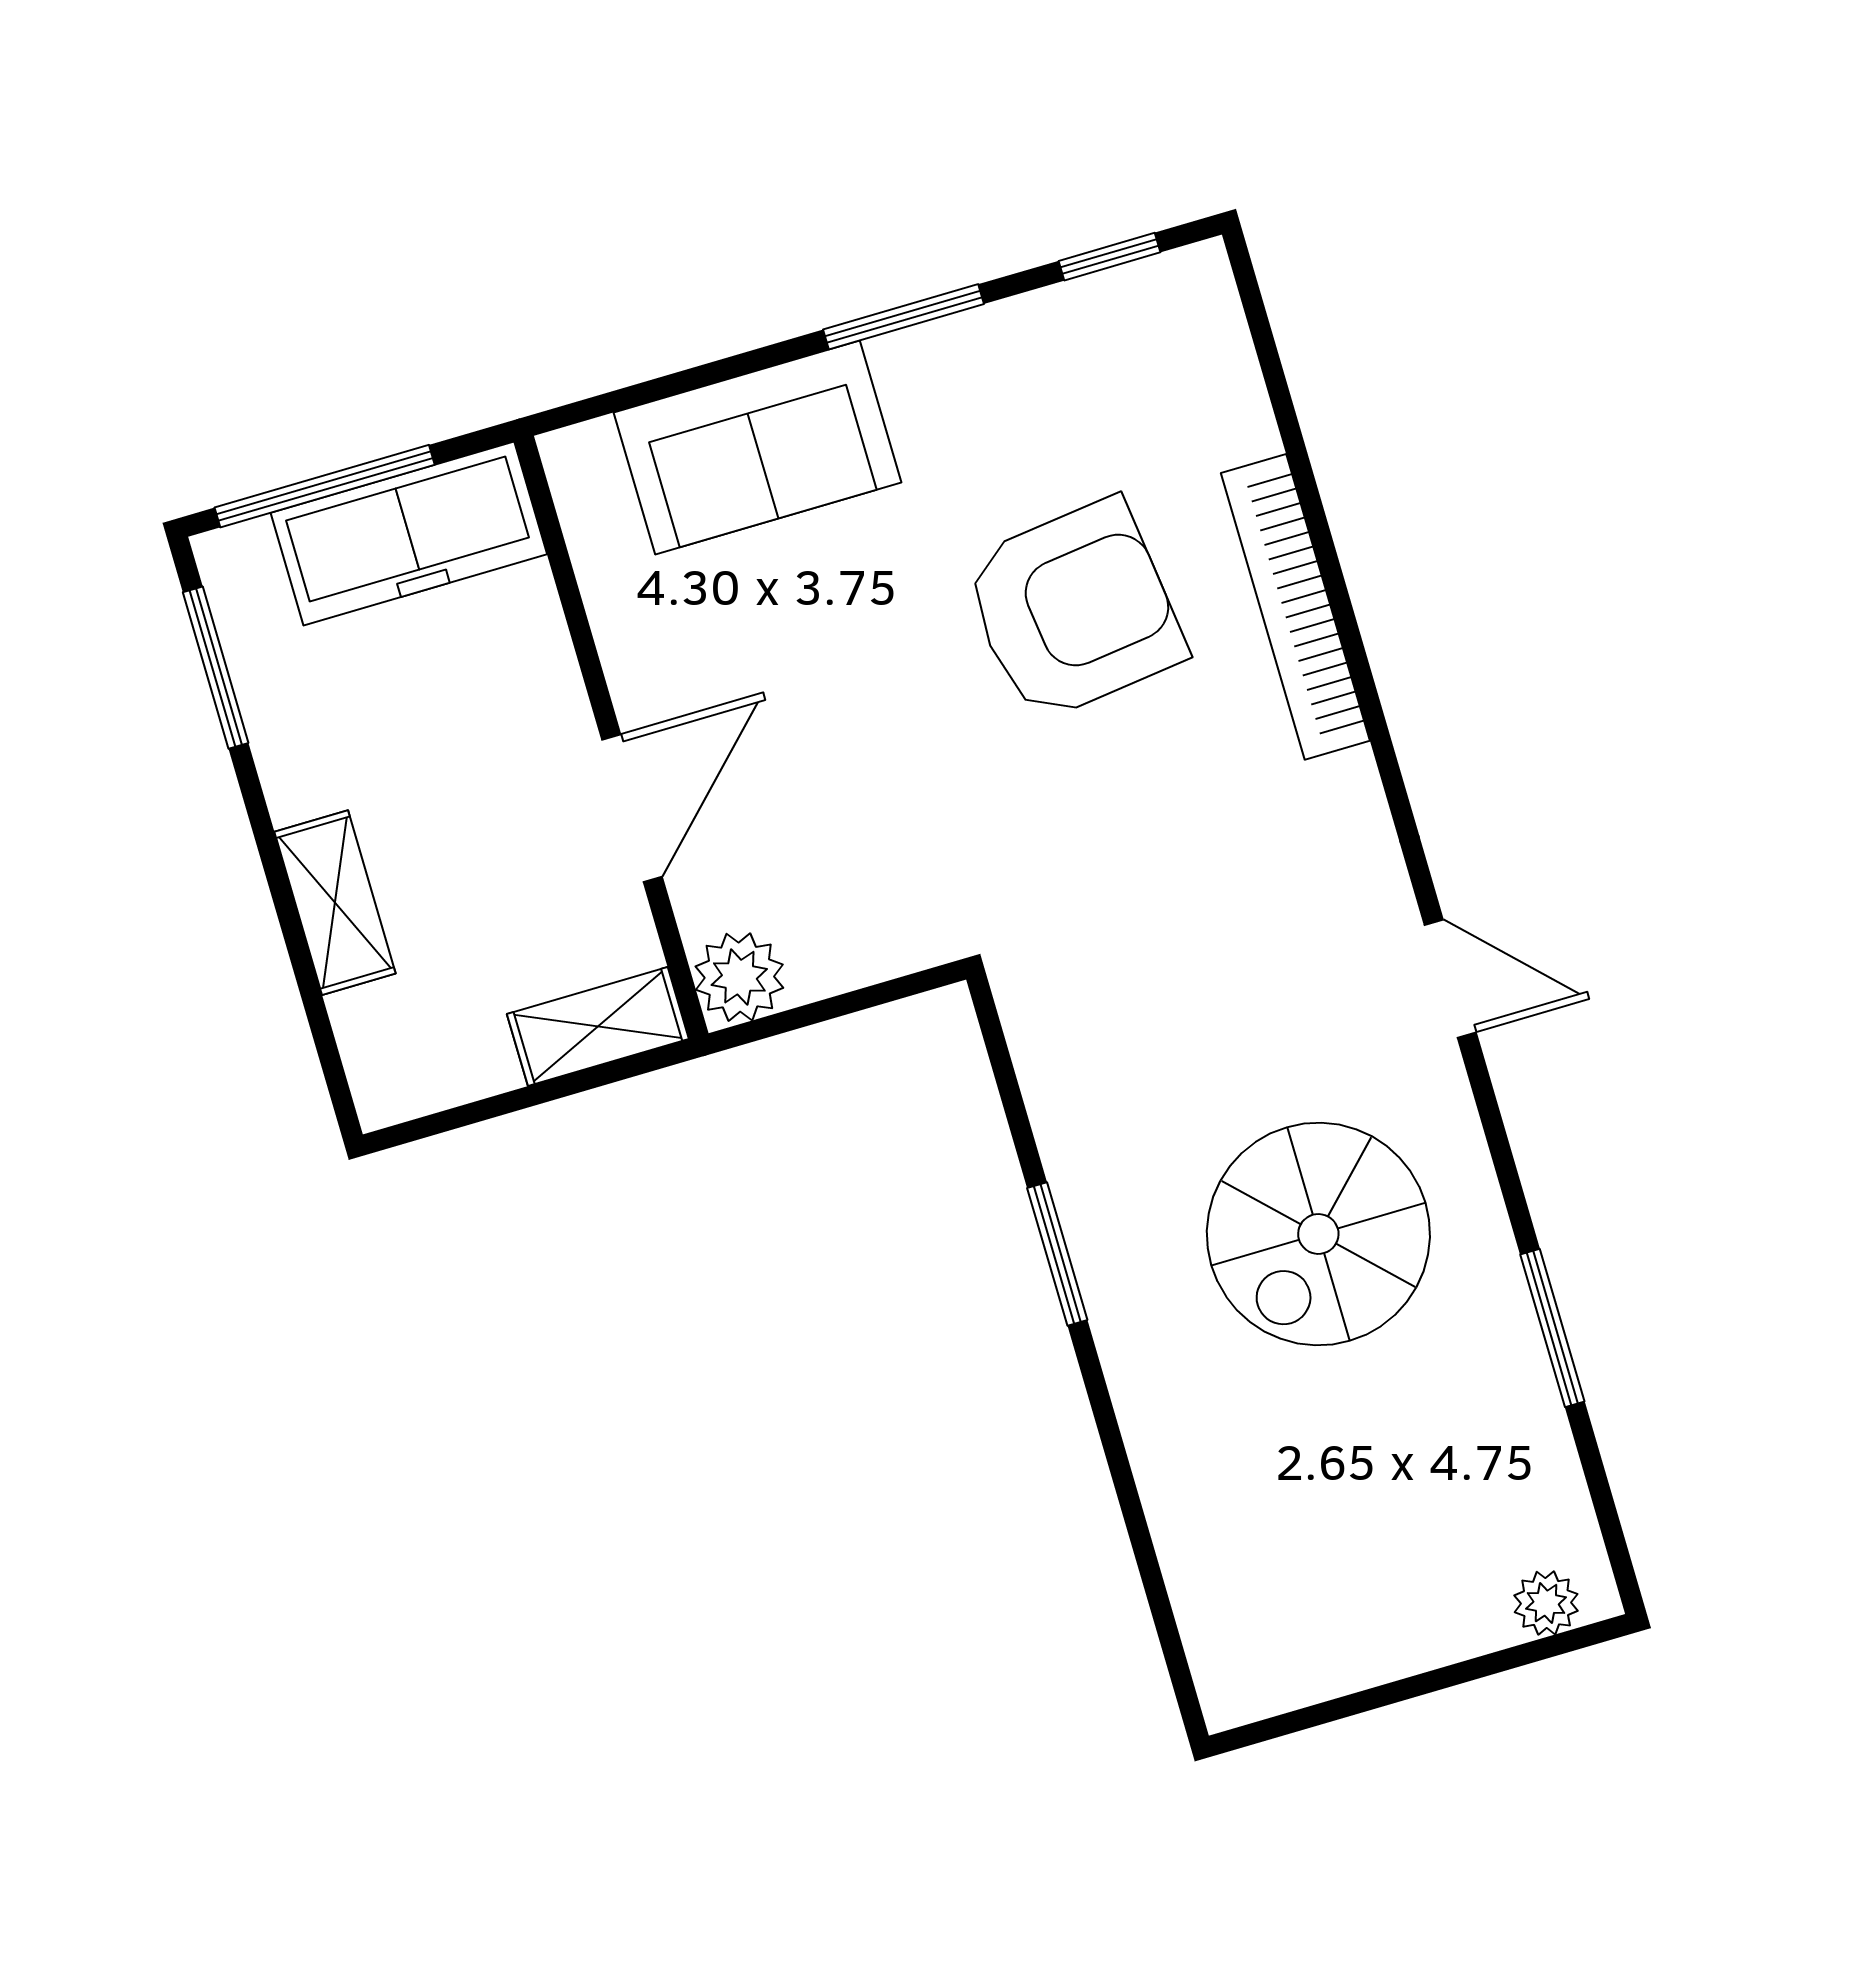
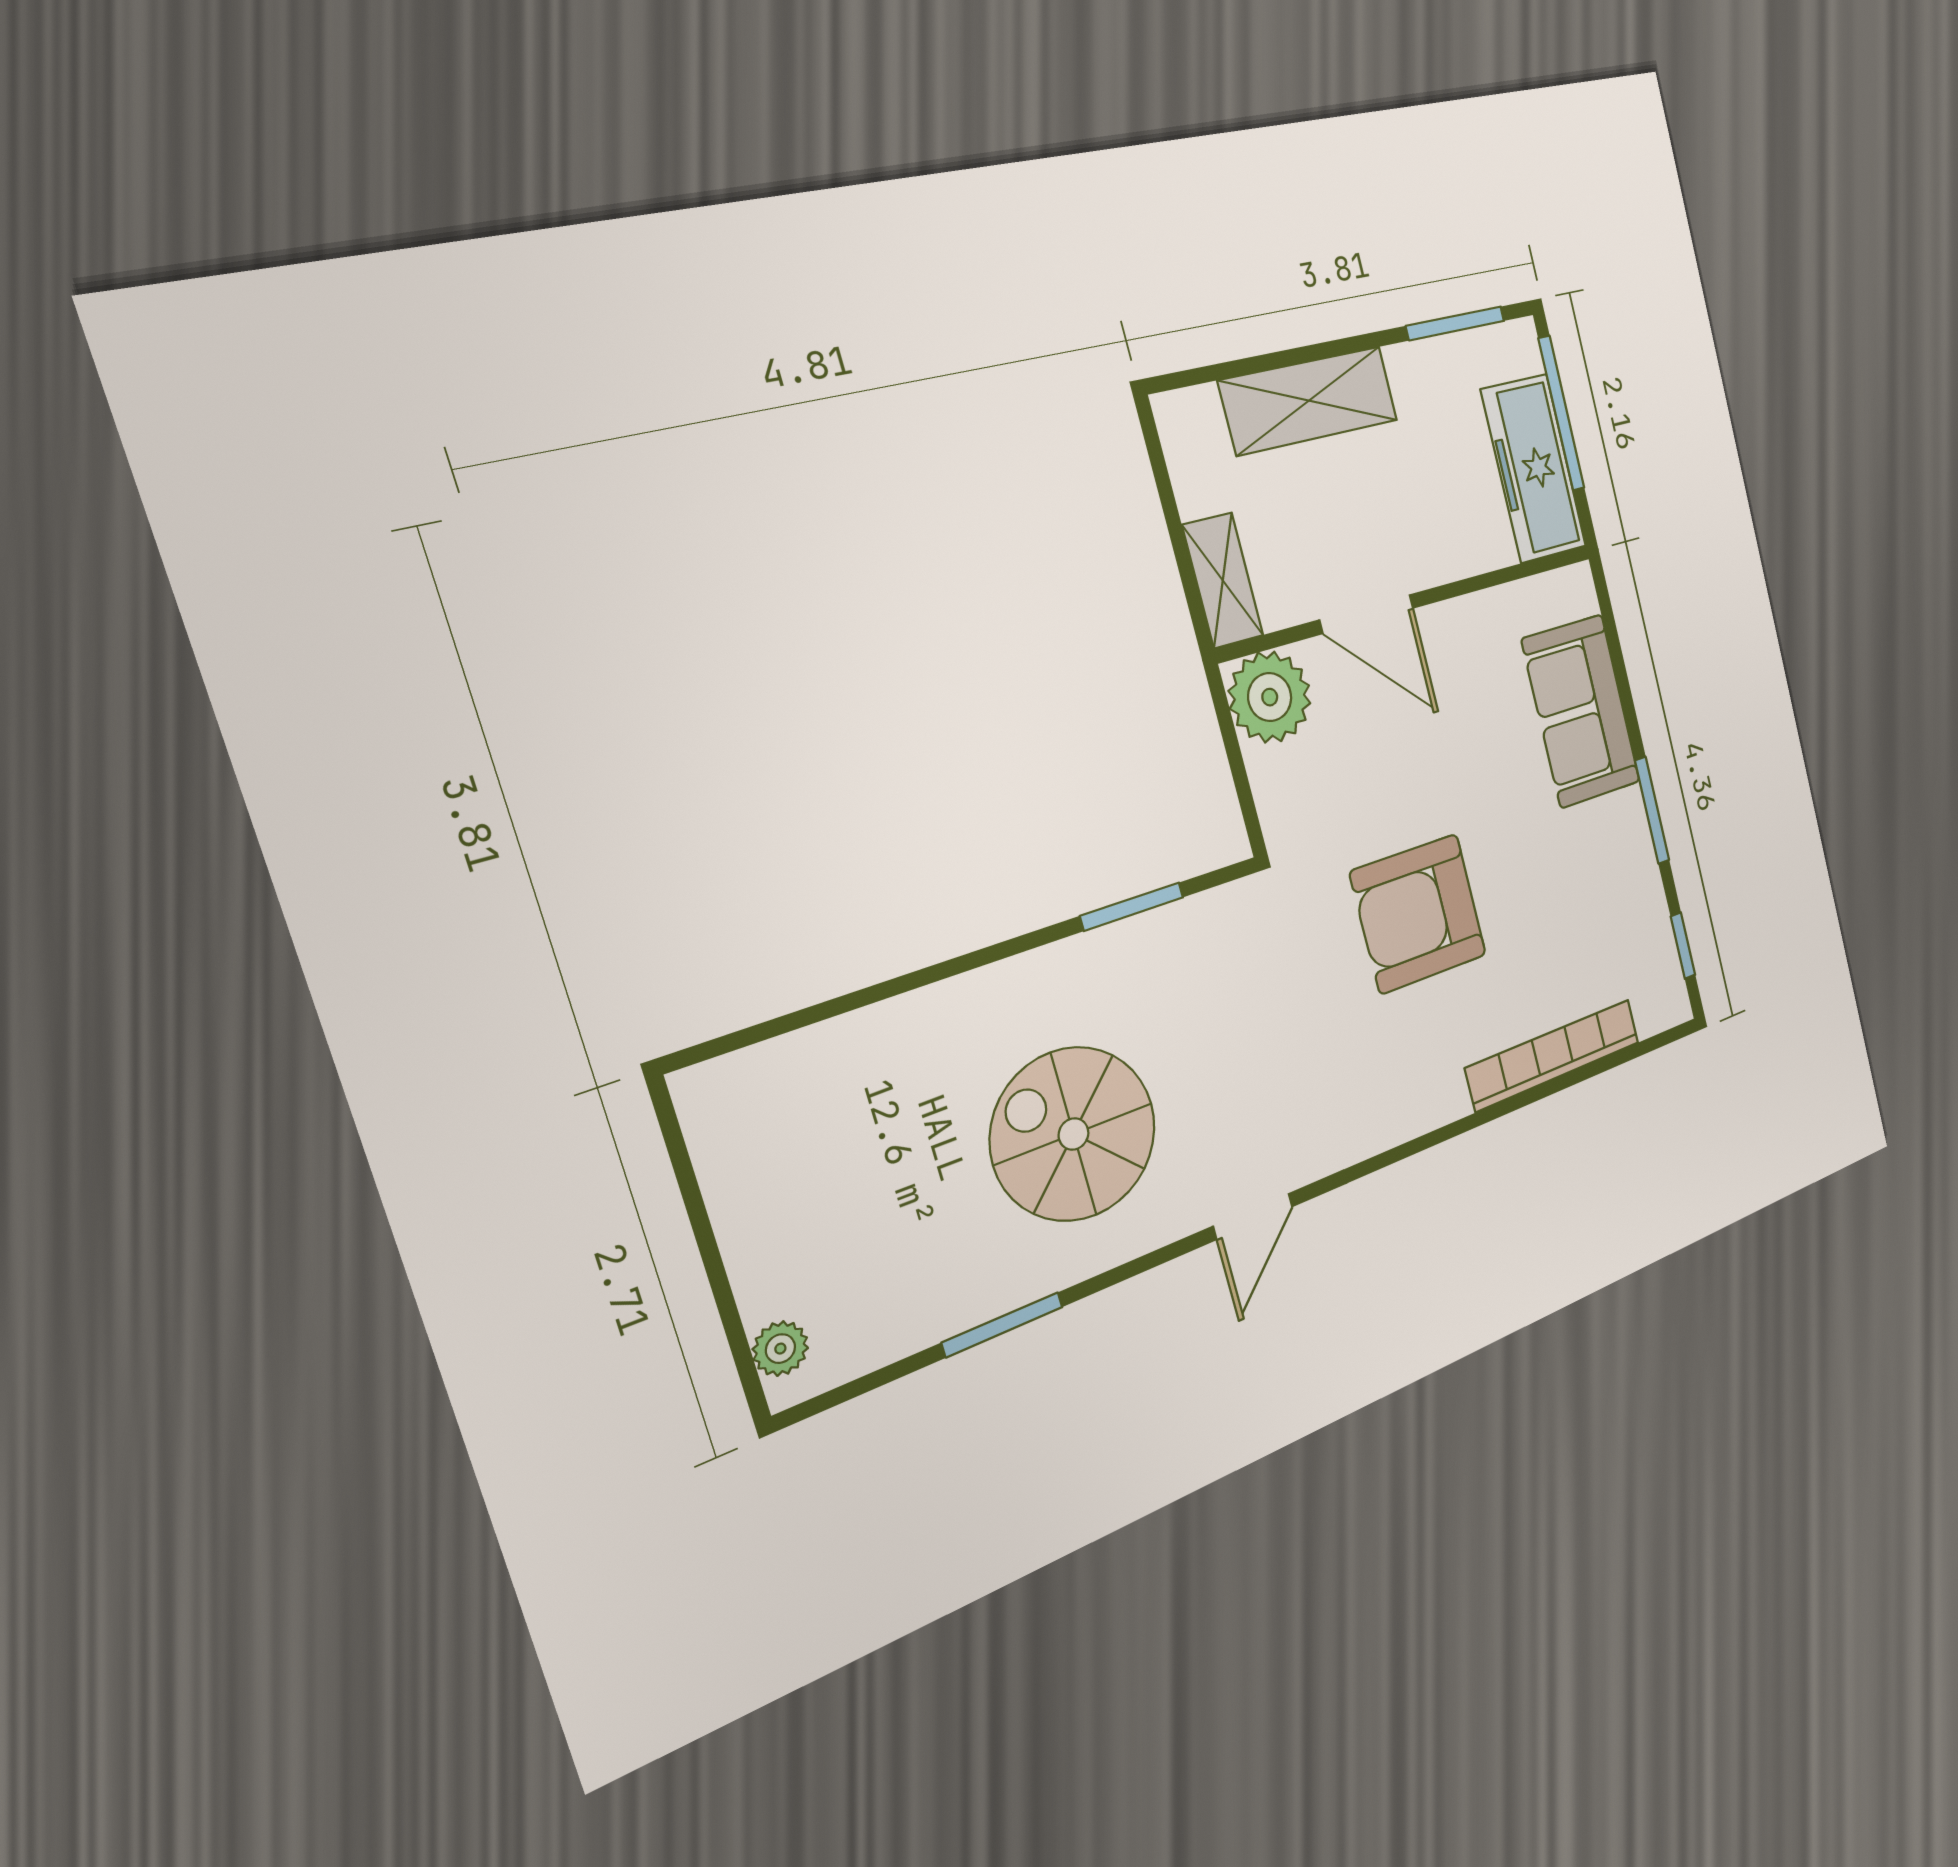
bookcase: (1295, 607) -> (1553, 1055), moved
armchair: (1074, 610) -> (1419, 914), moved, turned 97
shelving: (335, 903) -> (1309, 401), width x1.50, depth x1.33
plant: (739, 977) -> (1270, 697), width x1.36, depth x1.36
window: (1057, 1254) -> (1132, 907), moved

